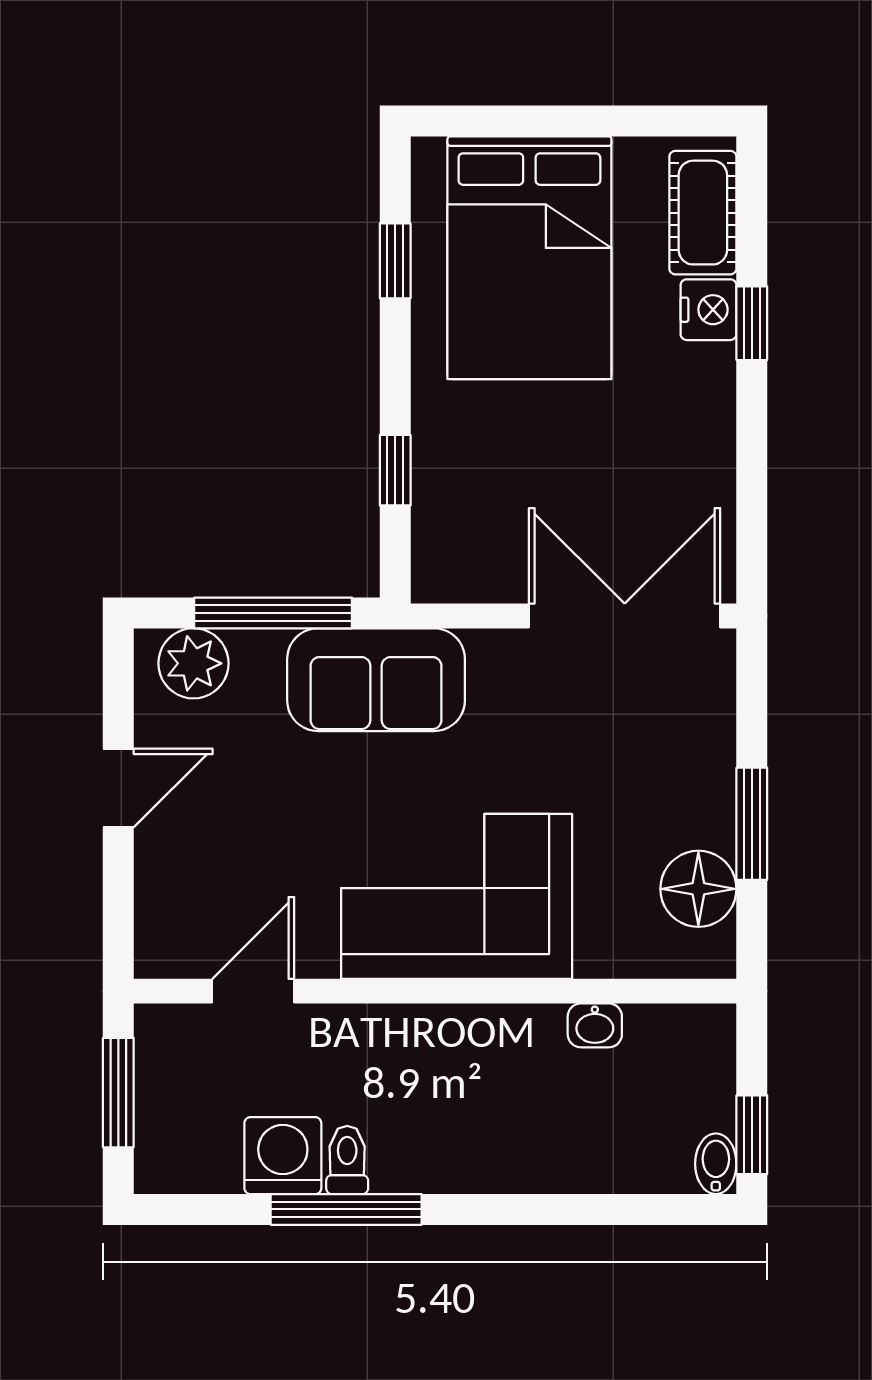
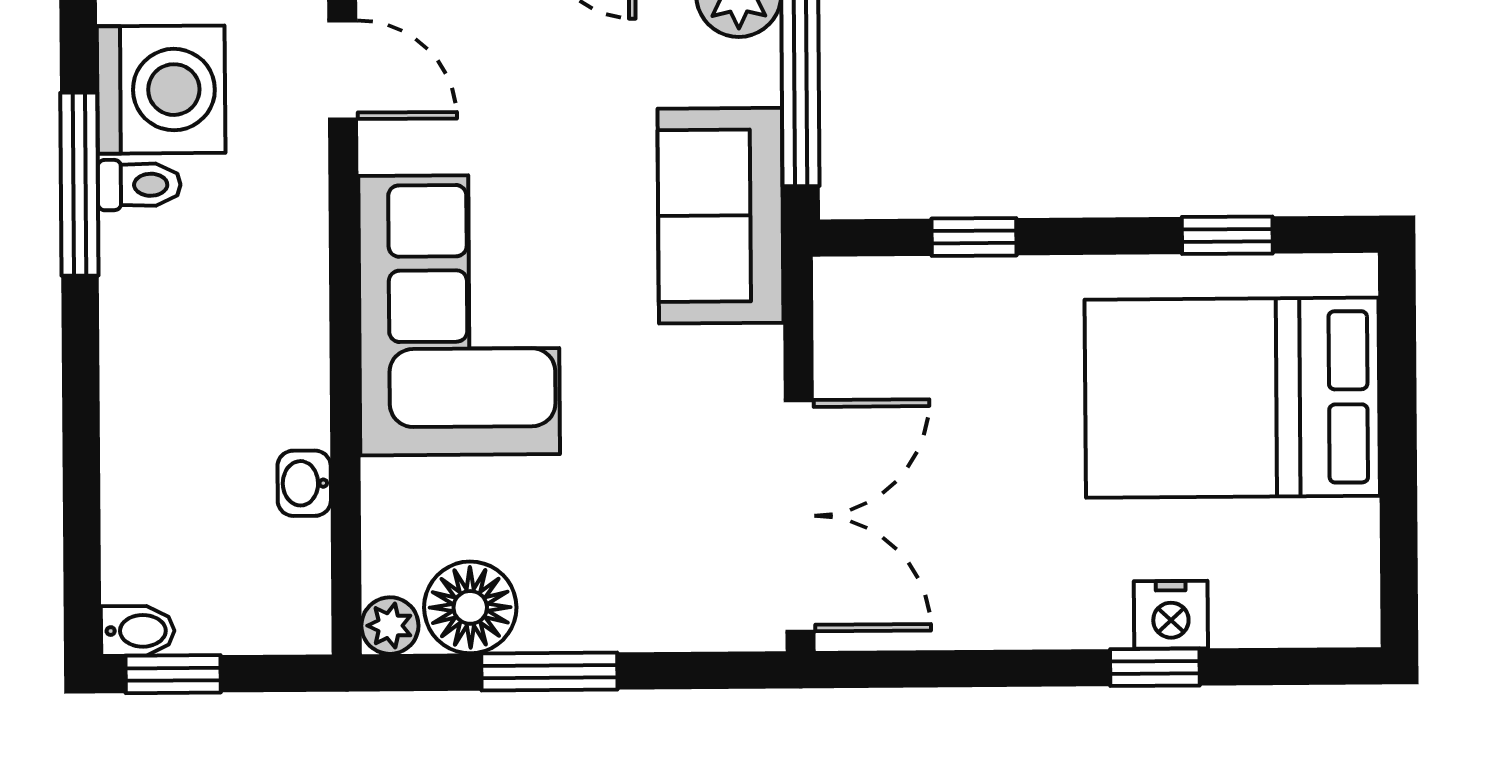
cot: (703, 213) -> (1288, 607), removed
plant: (713, 955) -> (390, 626), added
washing machine: (283, 1156) -> (161, 90), width x1.37, depth x1.37

